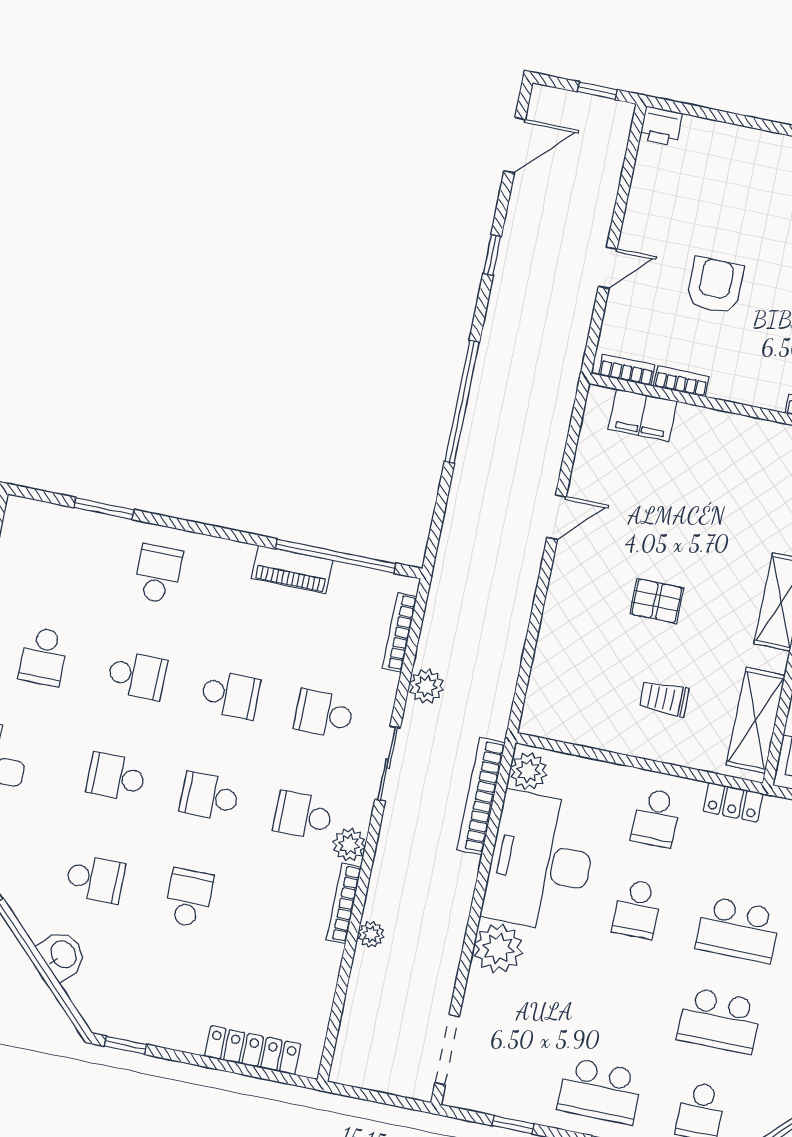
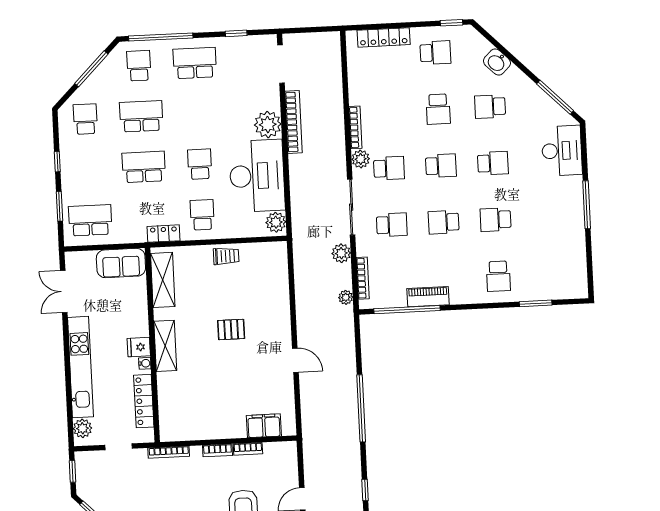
bookcase: (627, 370) -> (218, 450), moved
door: (557, 517) -> (295, 360), swing flipped
school desk: (44, 656) -> (435, 53), moved, turned 90
trolley: (664, 698) -> (226, 256), moved
sliding door: (388, 763) -> (351, 207), width x1.37
bookcase: (481, 796) -> (294, 122), moved
plant: (371, 934) -> (346, 297), moved

